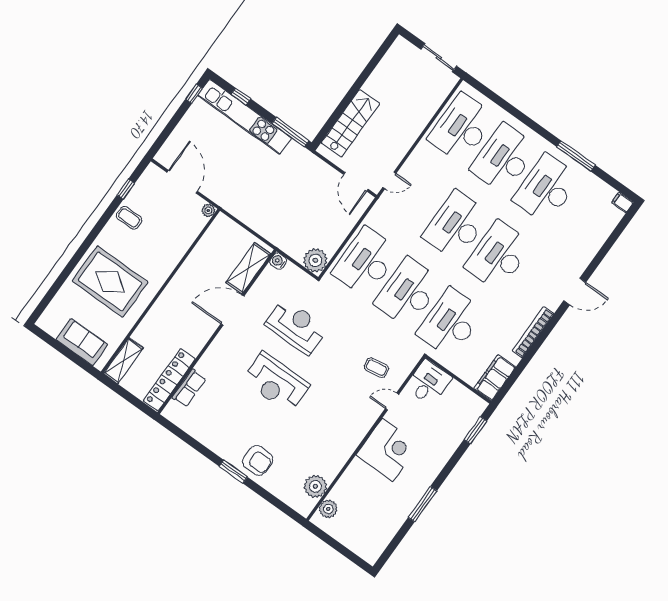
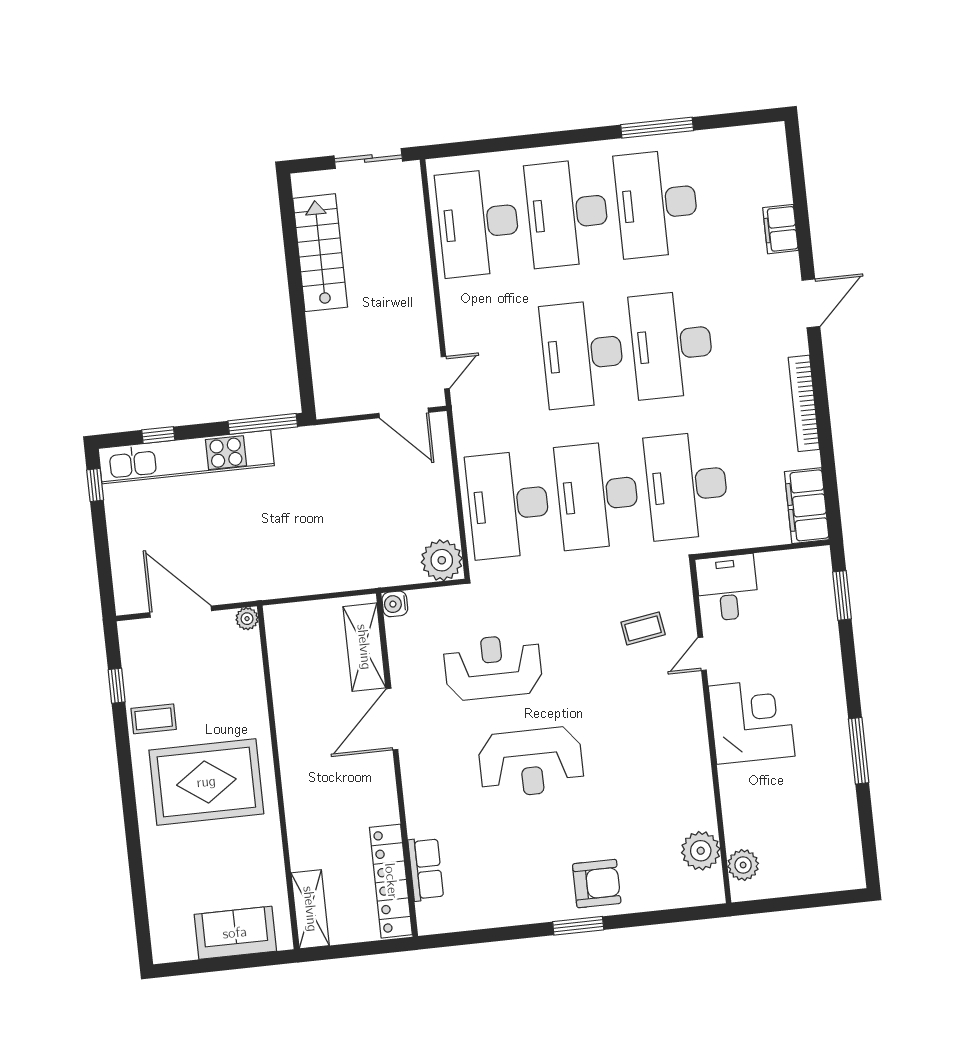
stairs: (350, 123) -> (320, 253), moved
filing cabinet: (623, 202) -> (781, 229), moved, width x2.00
rug: (110, 282) -> (206, 782), moved

